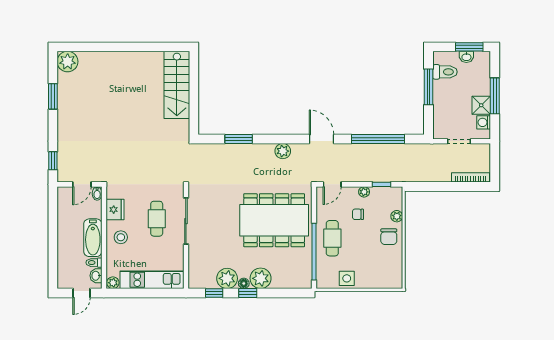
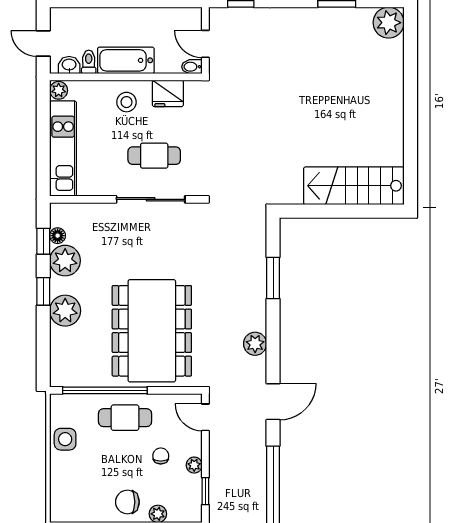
floor lamp: (244, 283) -> (58, 236), moved

